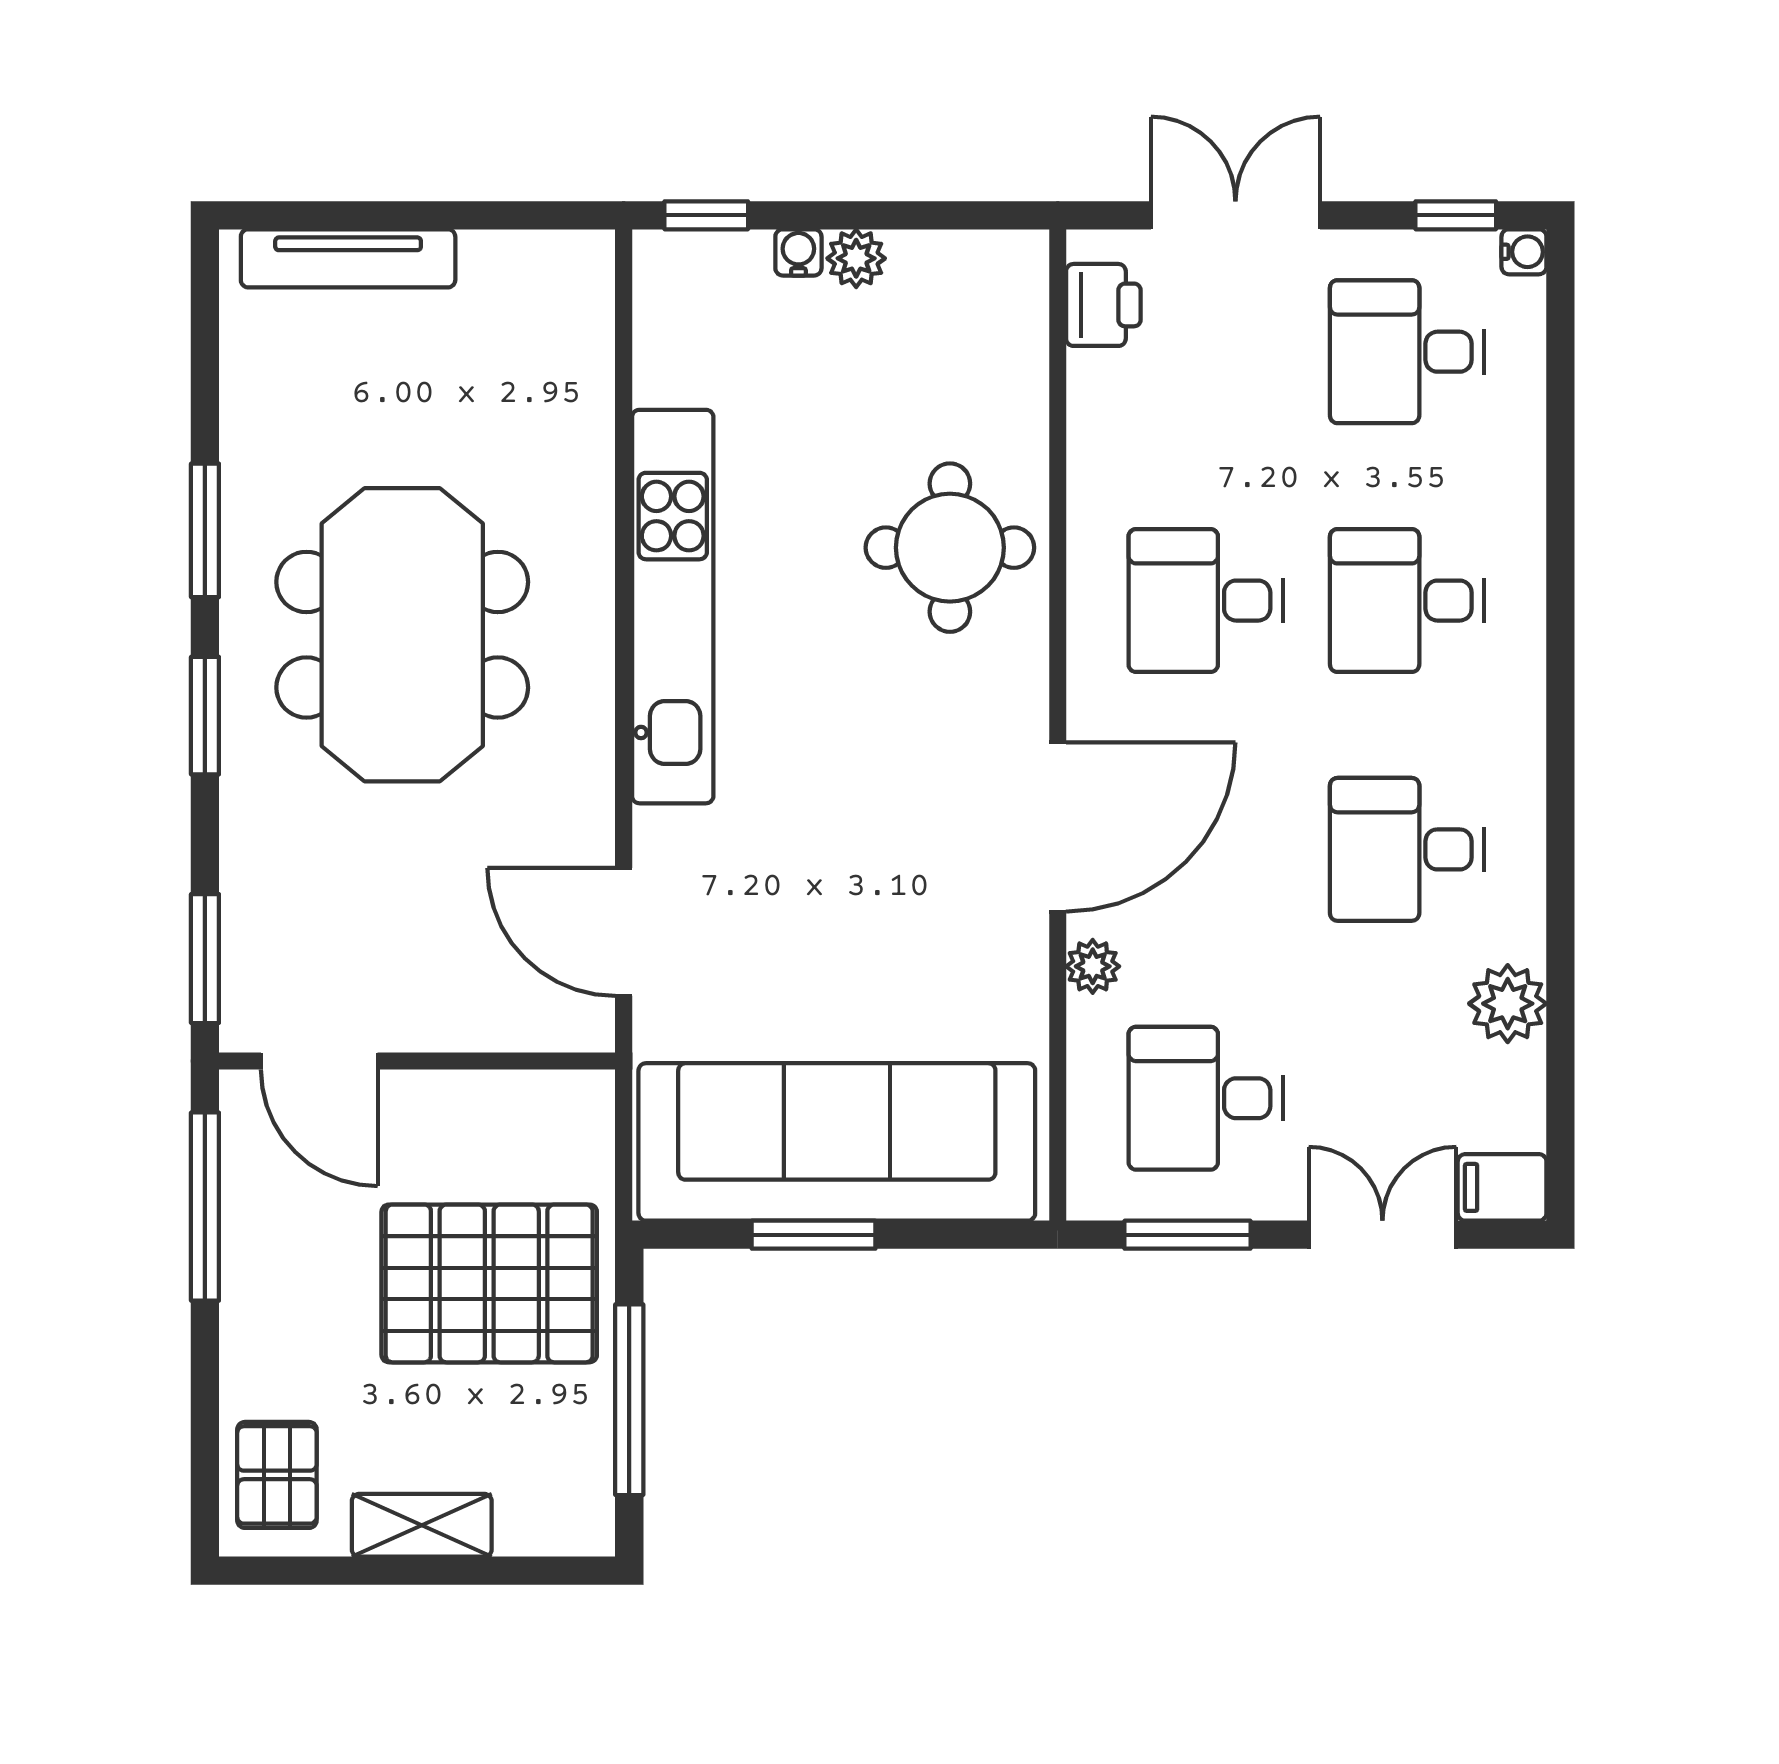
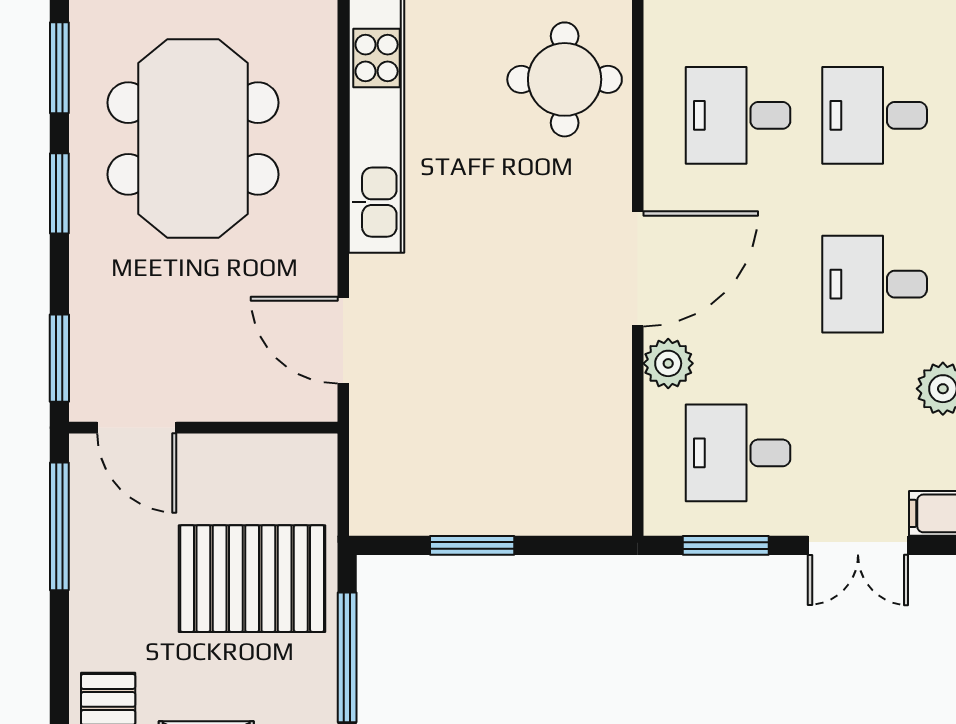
plant: (1093, 966) -> (668, 363), width x1.38, depth x1.38
sofa: (837, 1142) -> (488, 483), removed
double door: (1382, 1235) -> (858, 545), swing flipped

